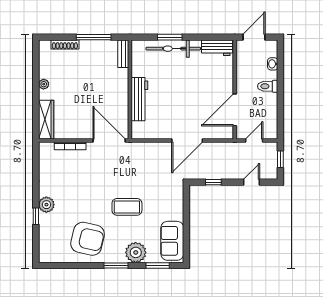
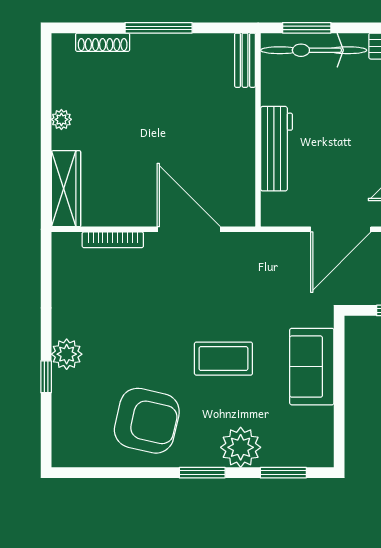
bench: (123, 54) -> (245, 60), moved
wall: (130, 89) -> (258, 130), moved
workbench: (139, 99) -> (277, 149), moved
sofa: (172, 241) -> (312, 367), moved

